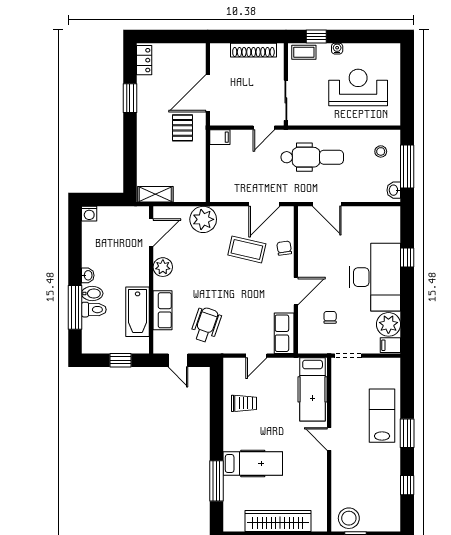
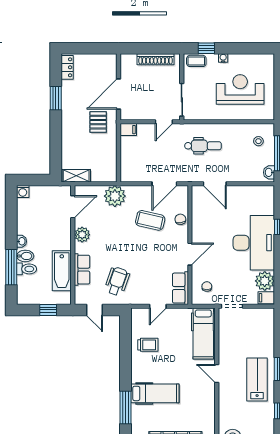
dental chair: (312, 157) -> (203, 146), width x0.73, depth x0.72
chair: (330, 317) -> (207, 286), moved
lab bench: (382, 416) -> (257, 379), moved

